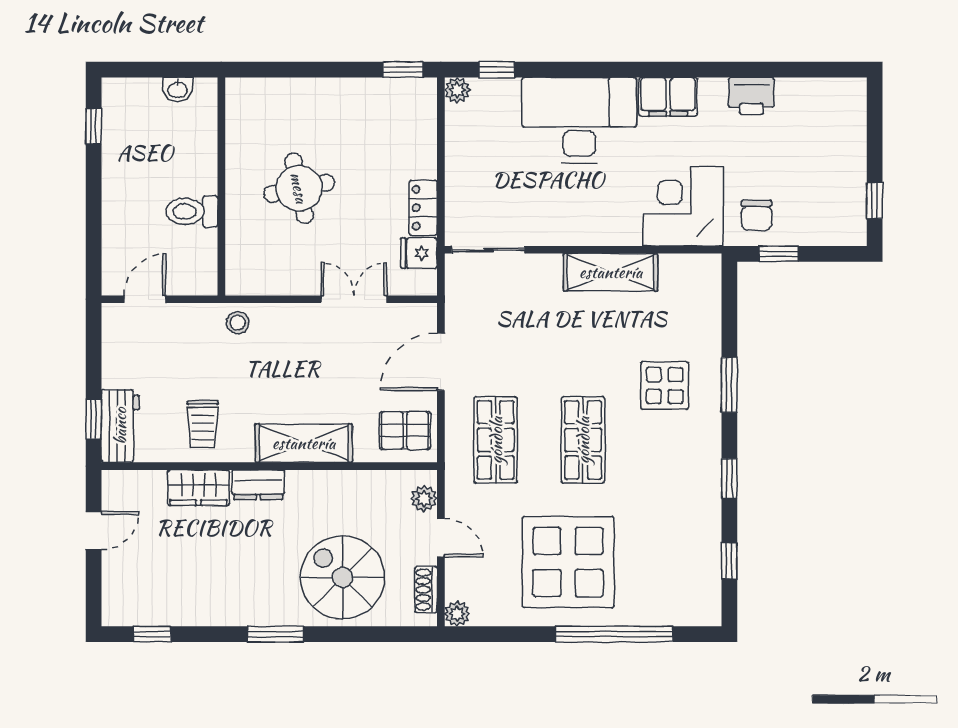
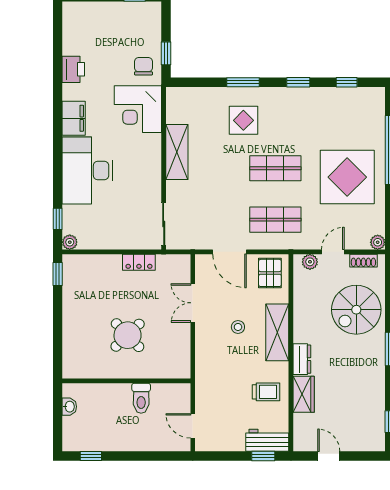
round table: (299, 188) -> (128, 335), turned -32
chair: (757, 215) -> (143, 66), turned -90
fridge: (419, 253) -> (166, 265), removed
stool: (238, 323) -> (238, 327), moved

